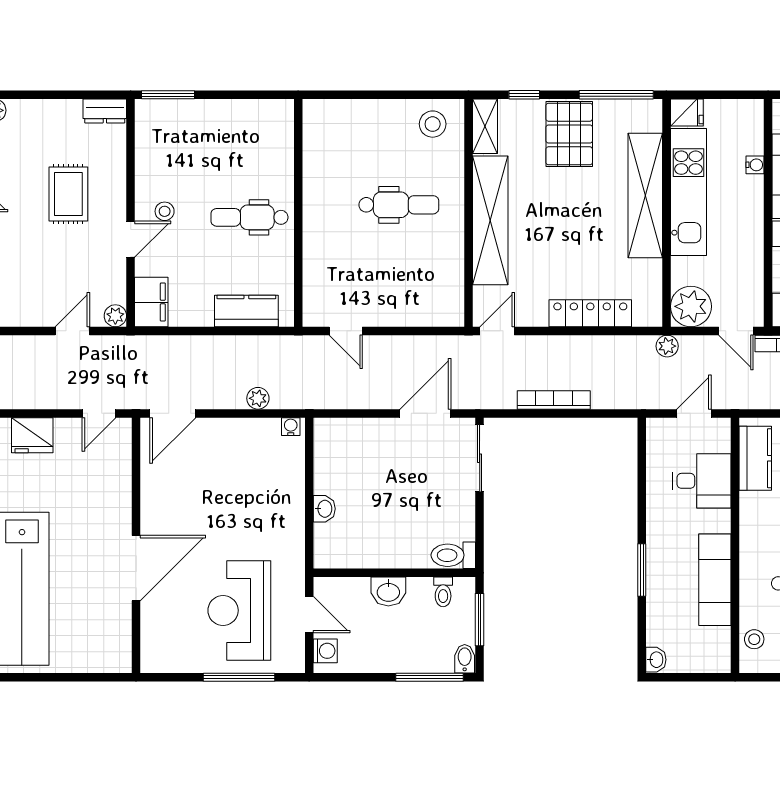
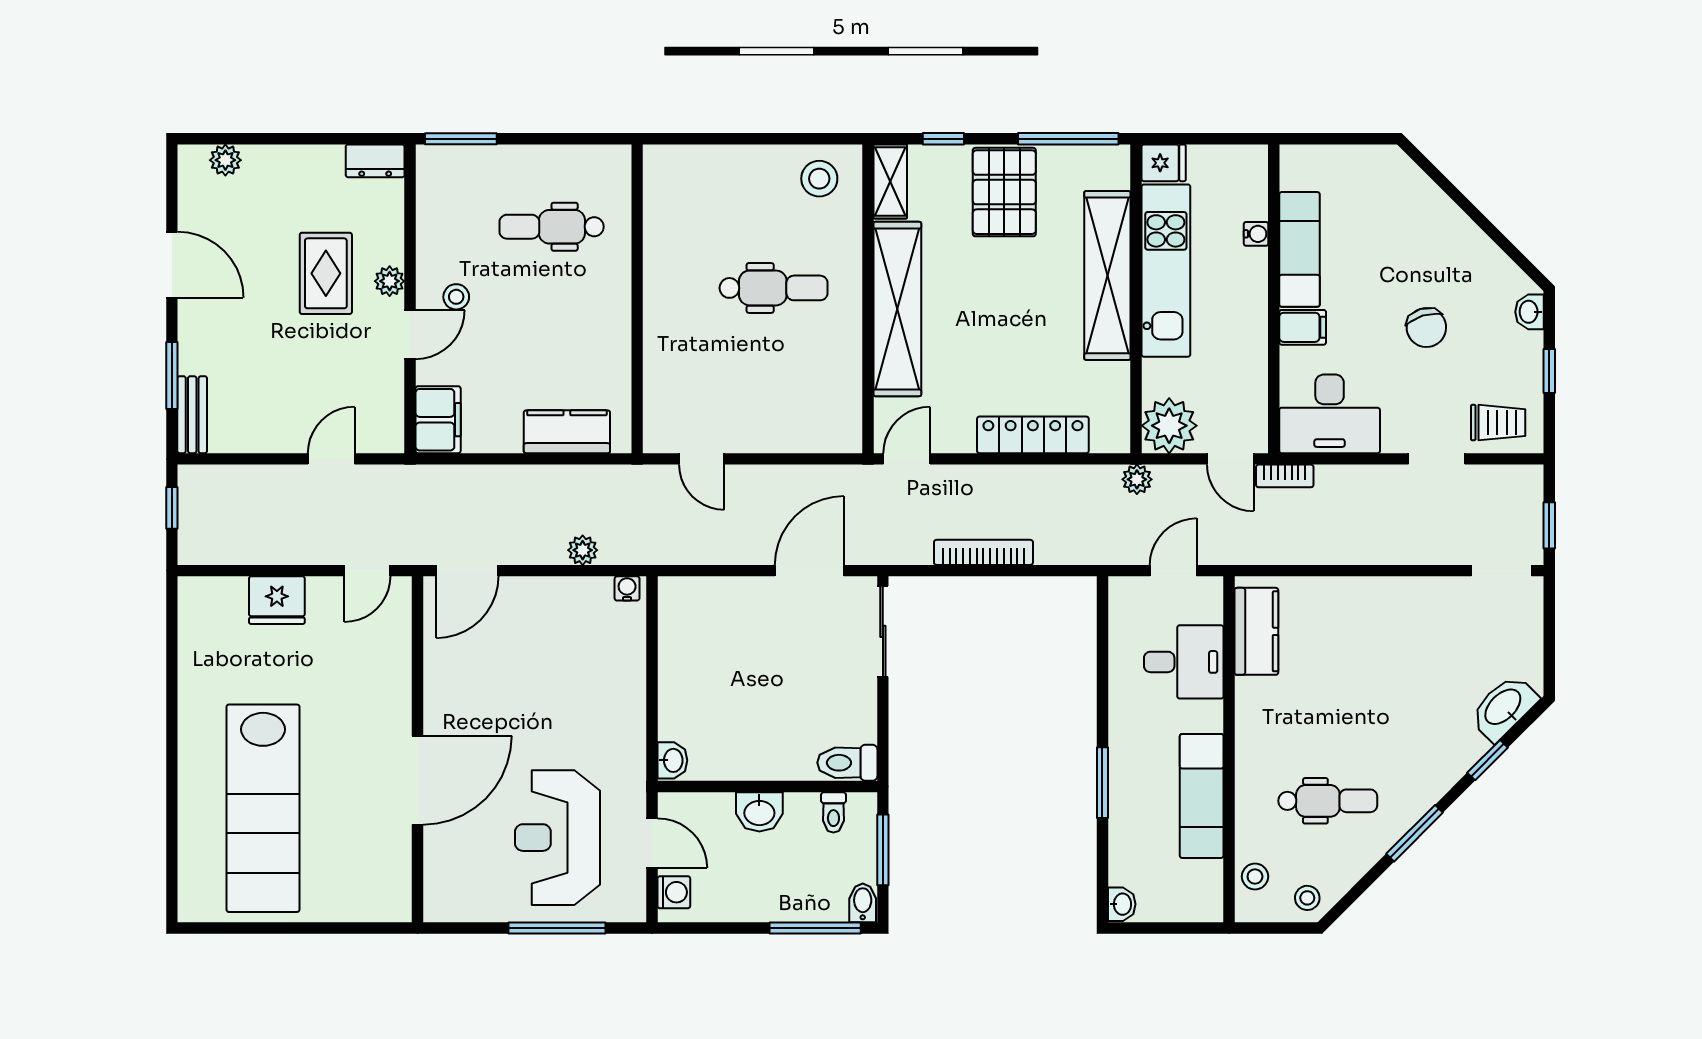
dental chair: (249, 217) -> (552, 227), moved
plant: (115, 316) -> (390, 281), moved
washbasin: (324, 509) -> (672, 760), moved

